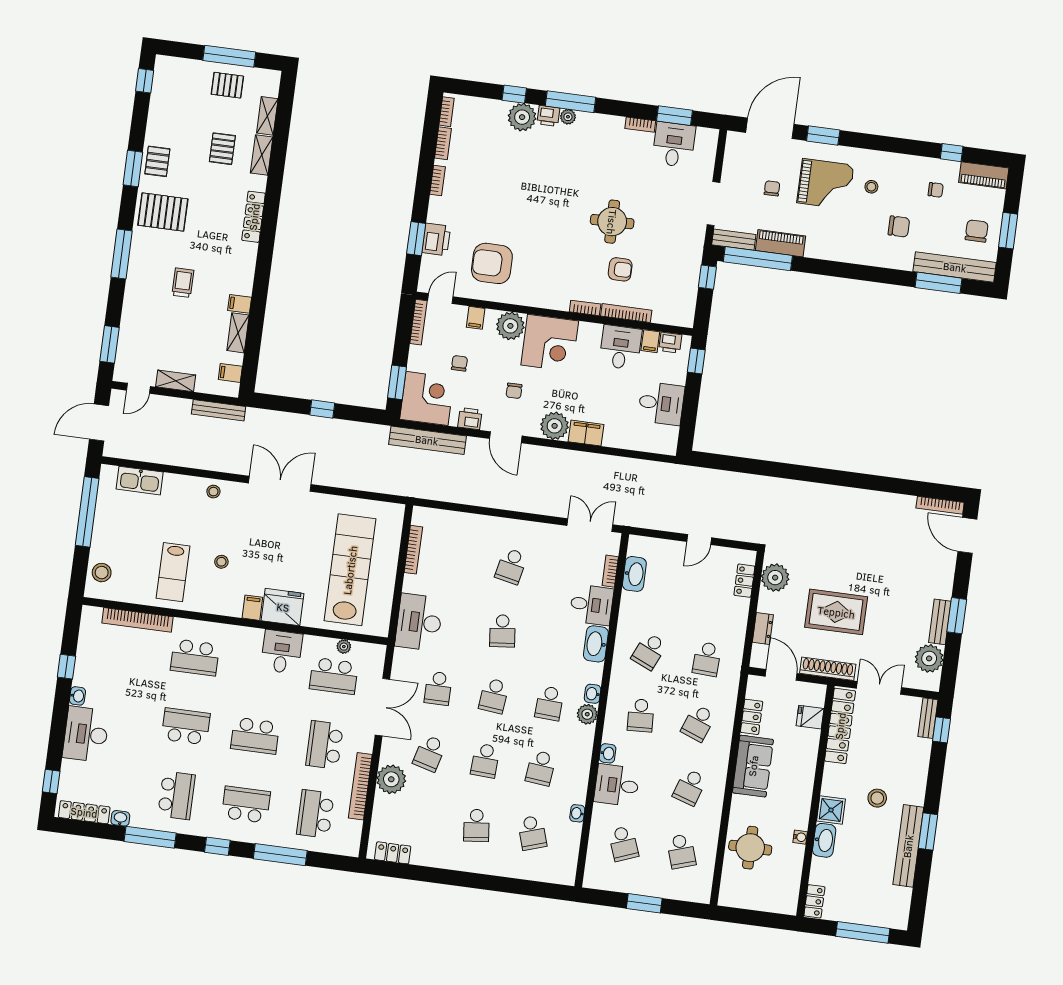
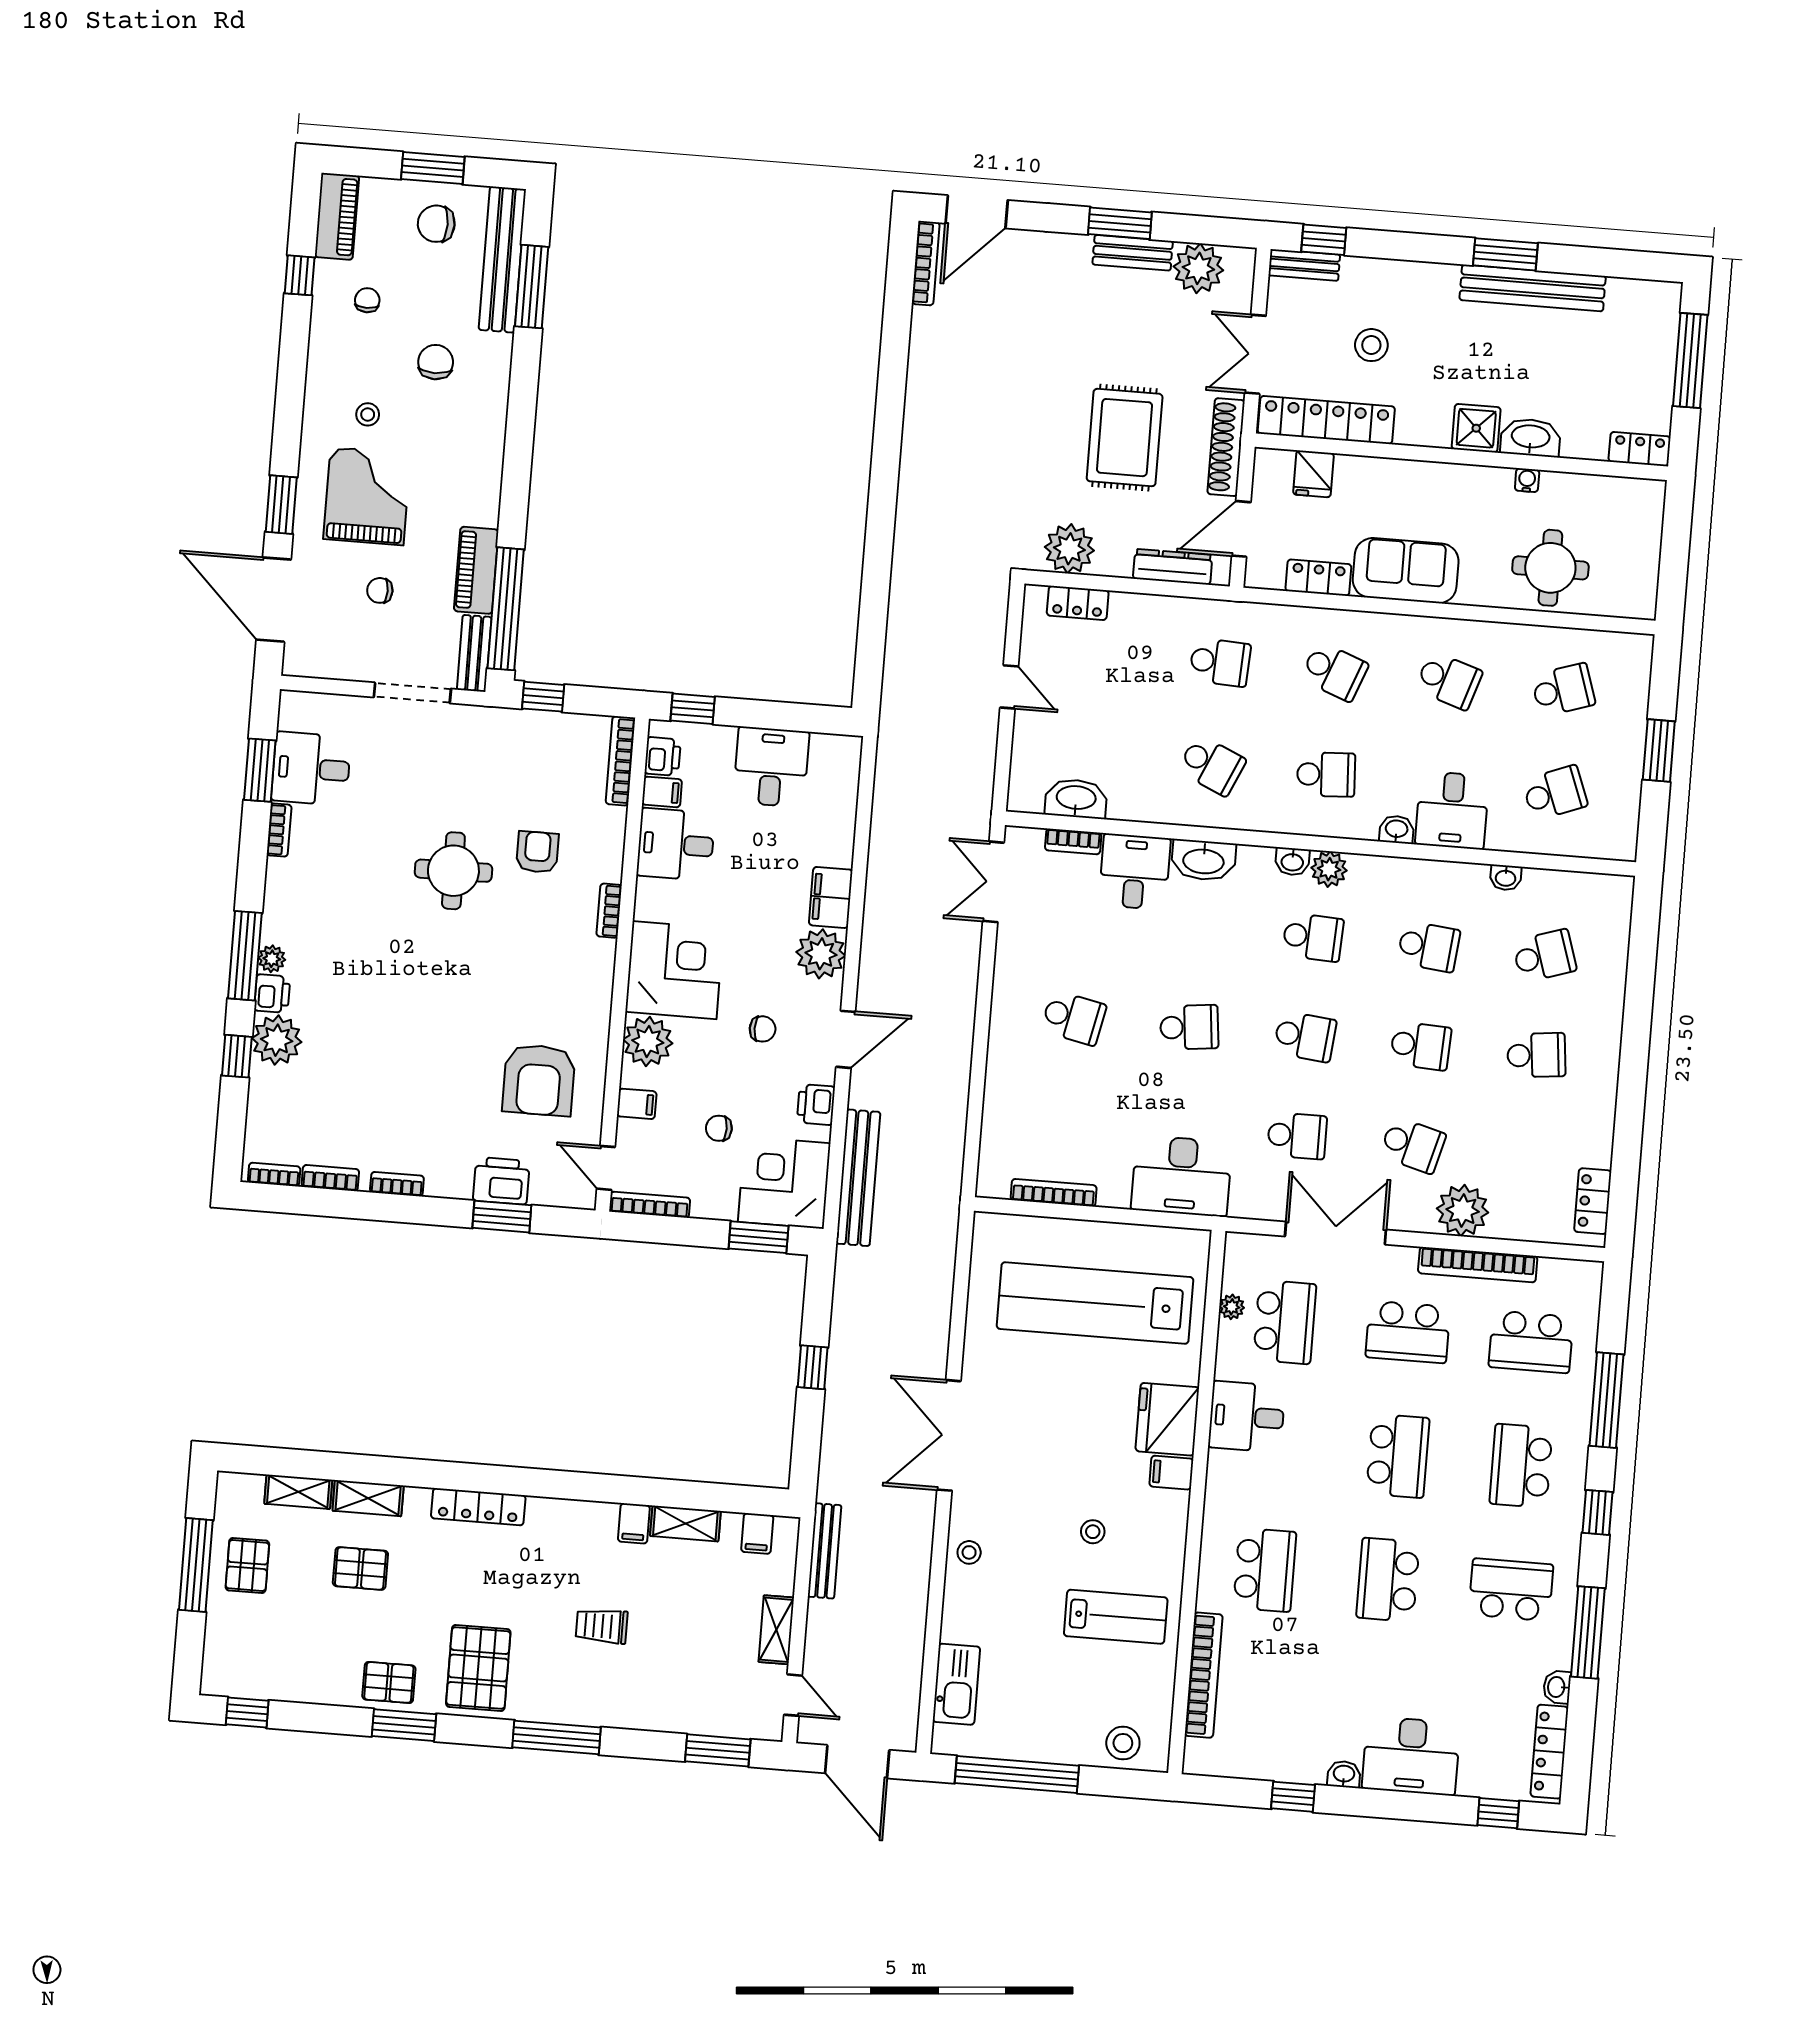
bookcase: (626, 313) -> (620, 761), moved
dresser: (763, 629) -> (1173, 567), width x1.44
stool: (877, 798) -> (1371, 345), moved

